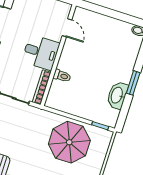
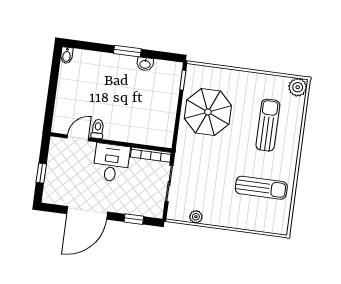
toilet: (62, 76) -> (98, 129), moved
washbasin: (117, 95) -> (145, 64), width x0.52, depth x0.69

